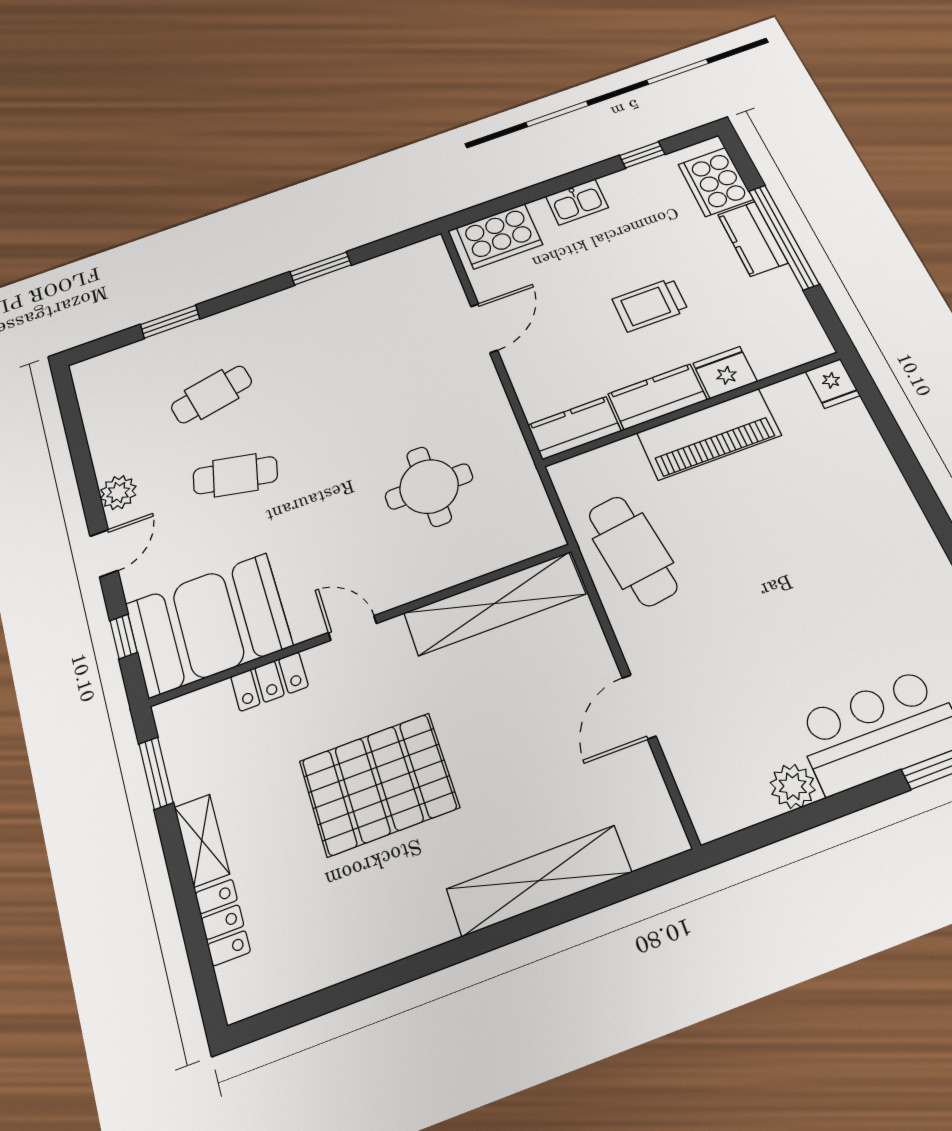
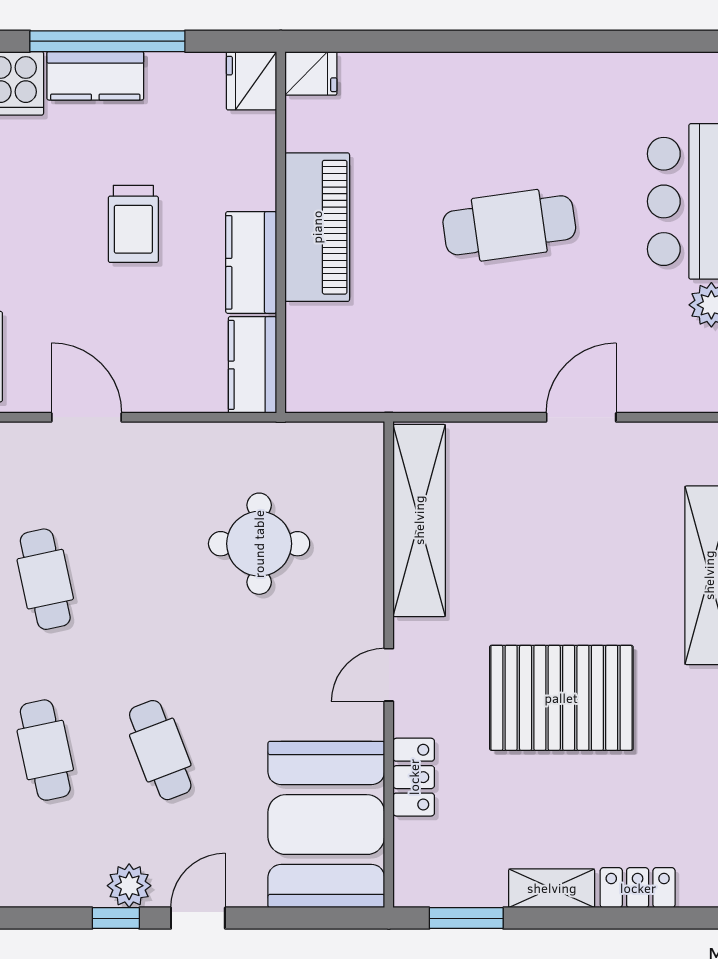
cafe table: (346, 346) -> (45, 579), added
fridge: (725, 373) -> (251, 81), moved
cafe table: (235, 475) -> (160, 750), turned -33
cafe table: (633, 551) -> (509, 225), moved
door: (104, 553) -> (198, 918), hinge flipped
window: (124, 637) -> (116, 918), moved
door: (639, 707) -> (581, 417), swing flipped
pallet: (379, 784) -> (561, 698), turned 90

